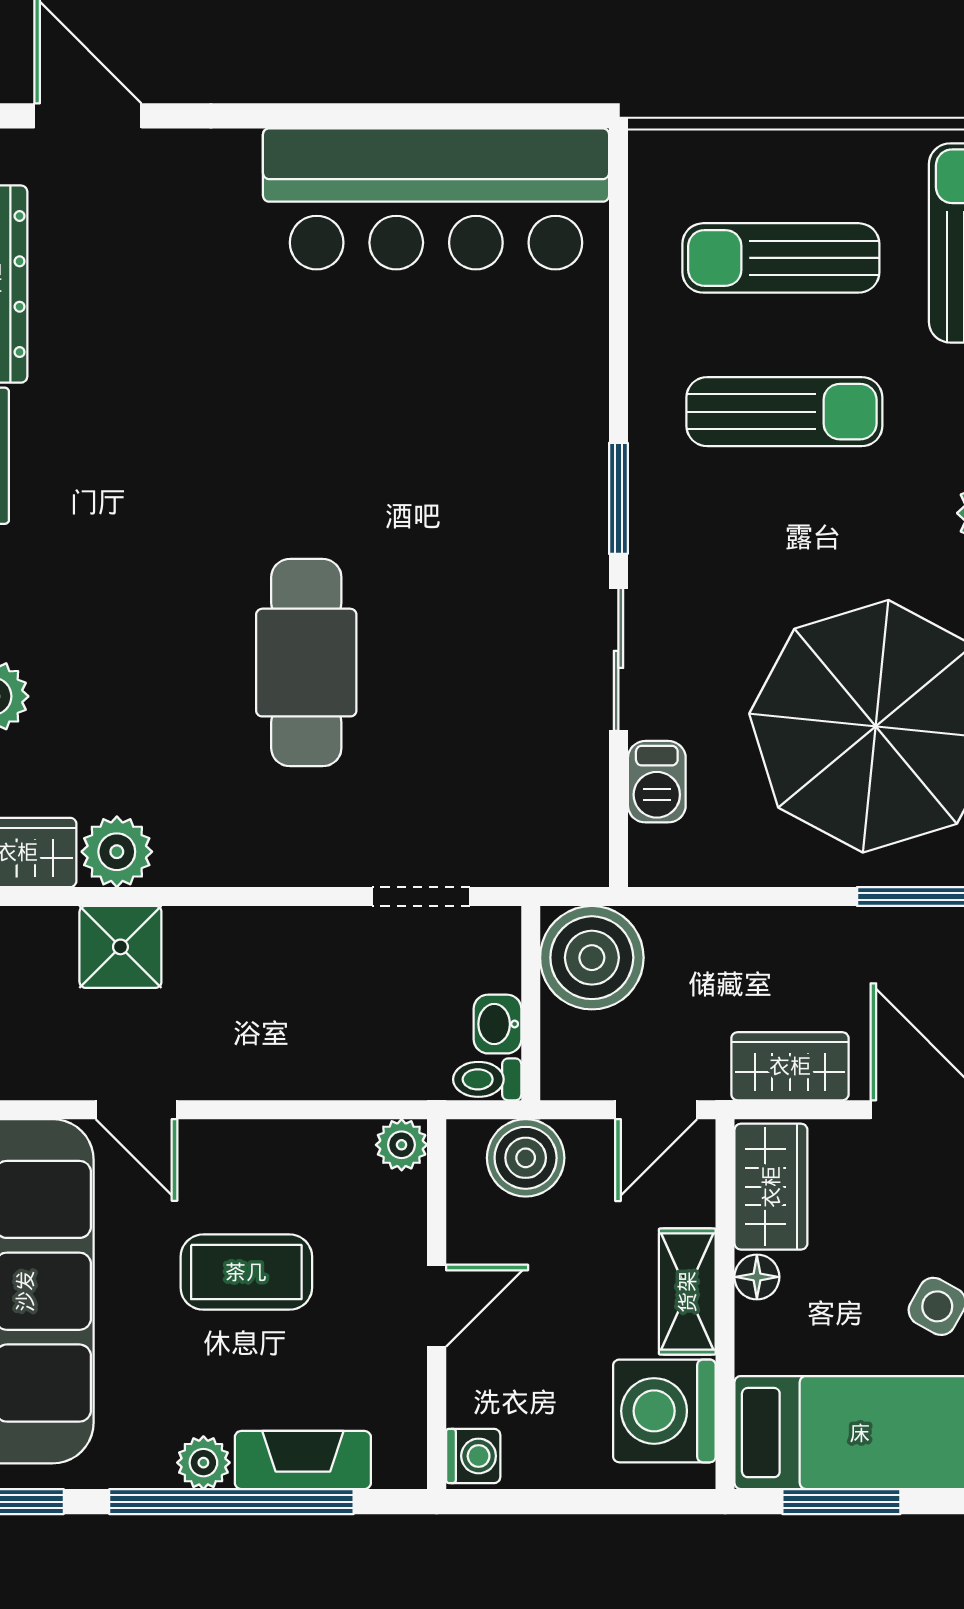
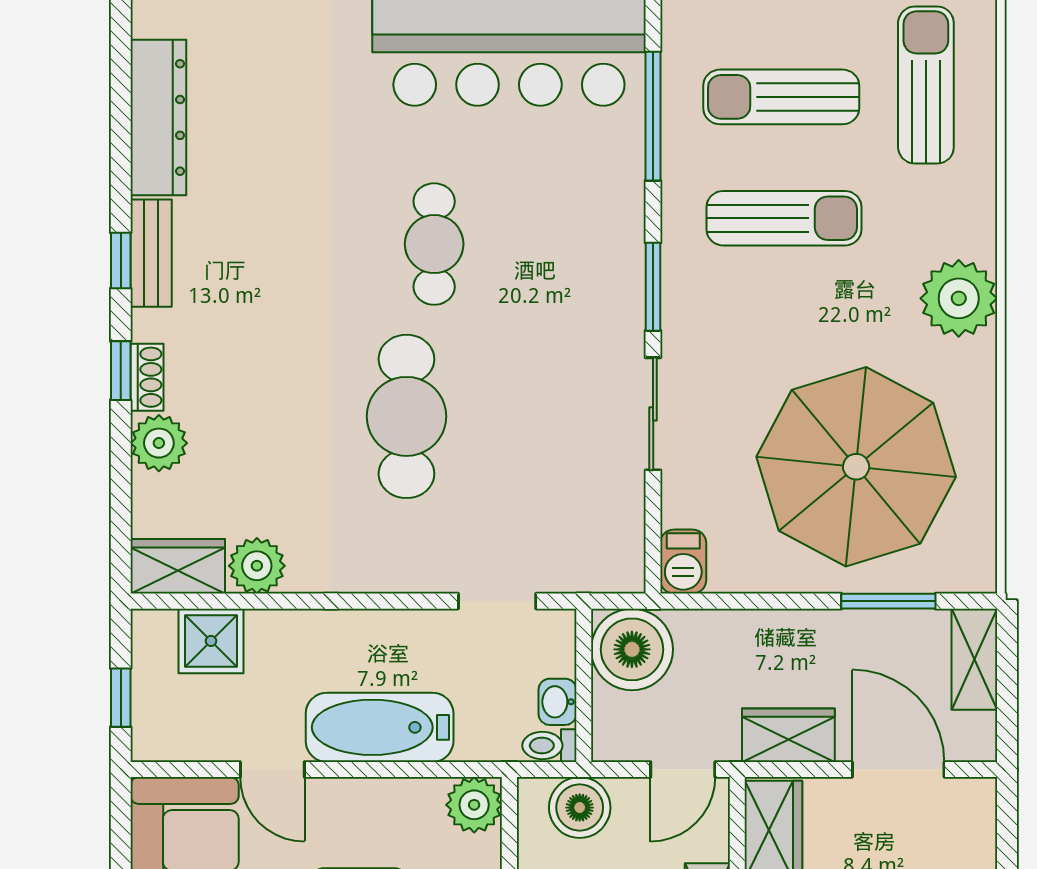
window: (618, 282) -> (653, 116), added
cafe table: (341, 444) -> (434, 244), added
barbecue: (657, 782) -> (683, 562), moved
shower: (120, 947) -> (211, 641), moved
bathtub: (272, 1056) -> (380, 727), added
plant: (402, 1145) -> (474, 805), width x1.38, depth x1.38

